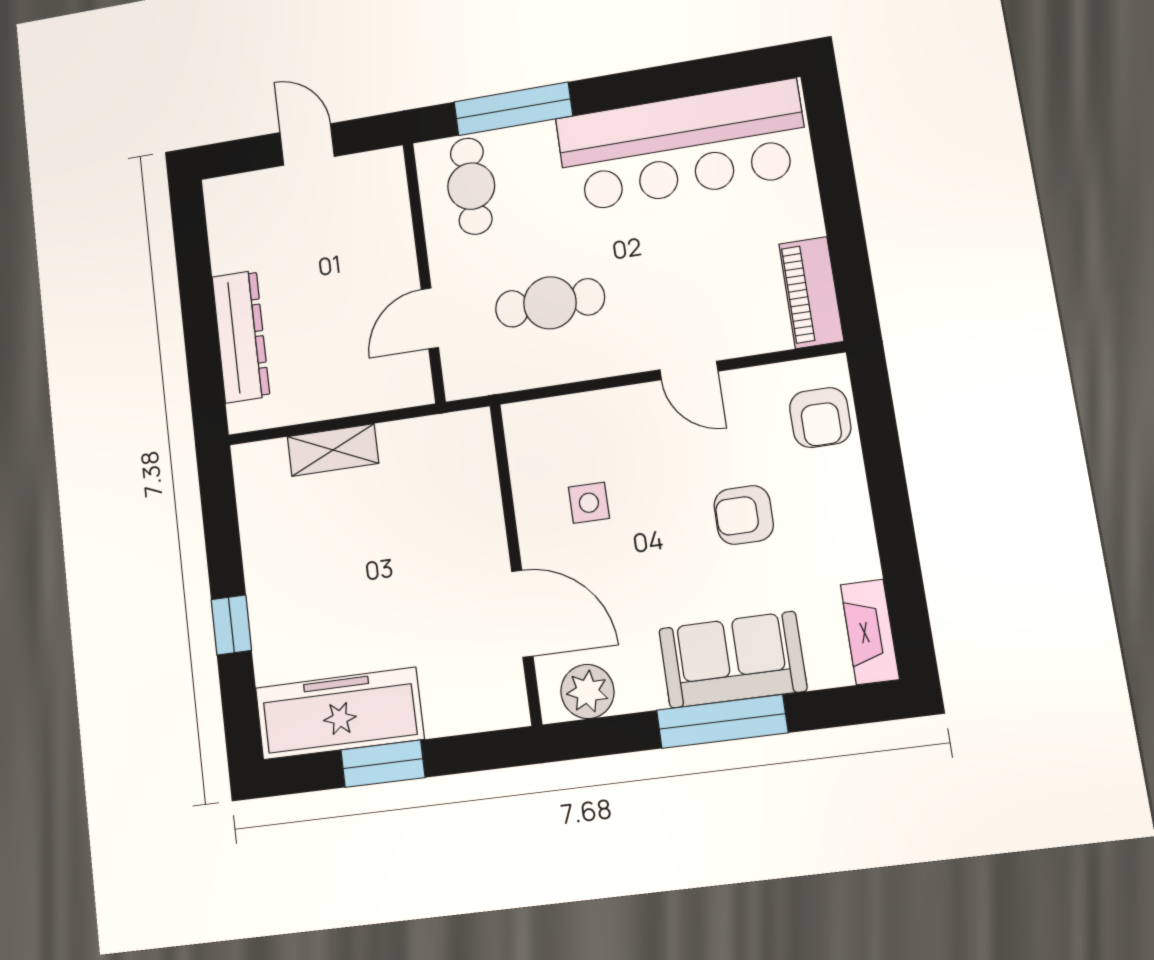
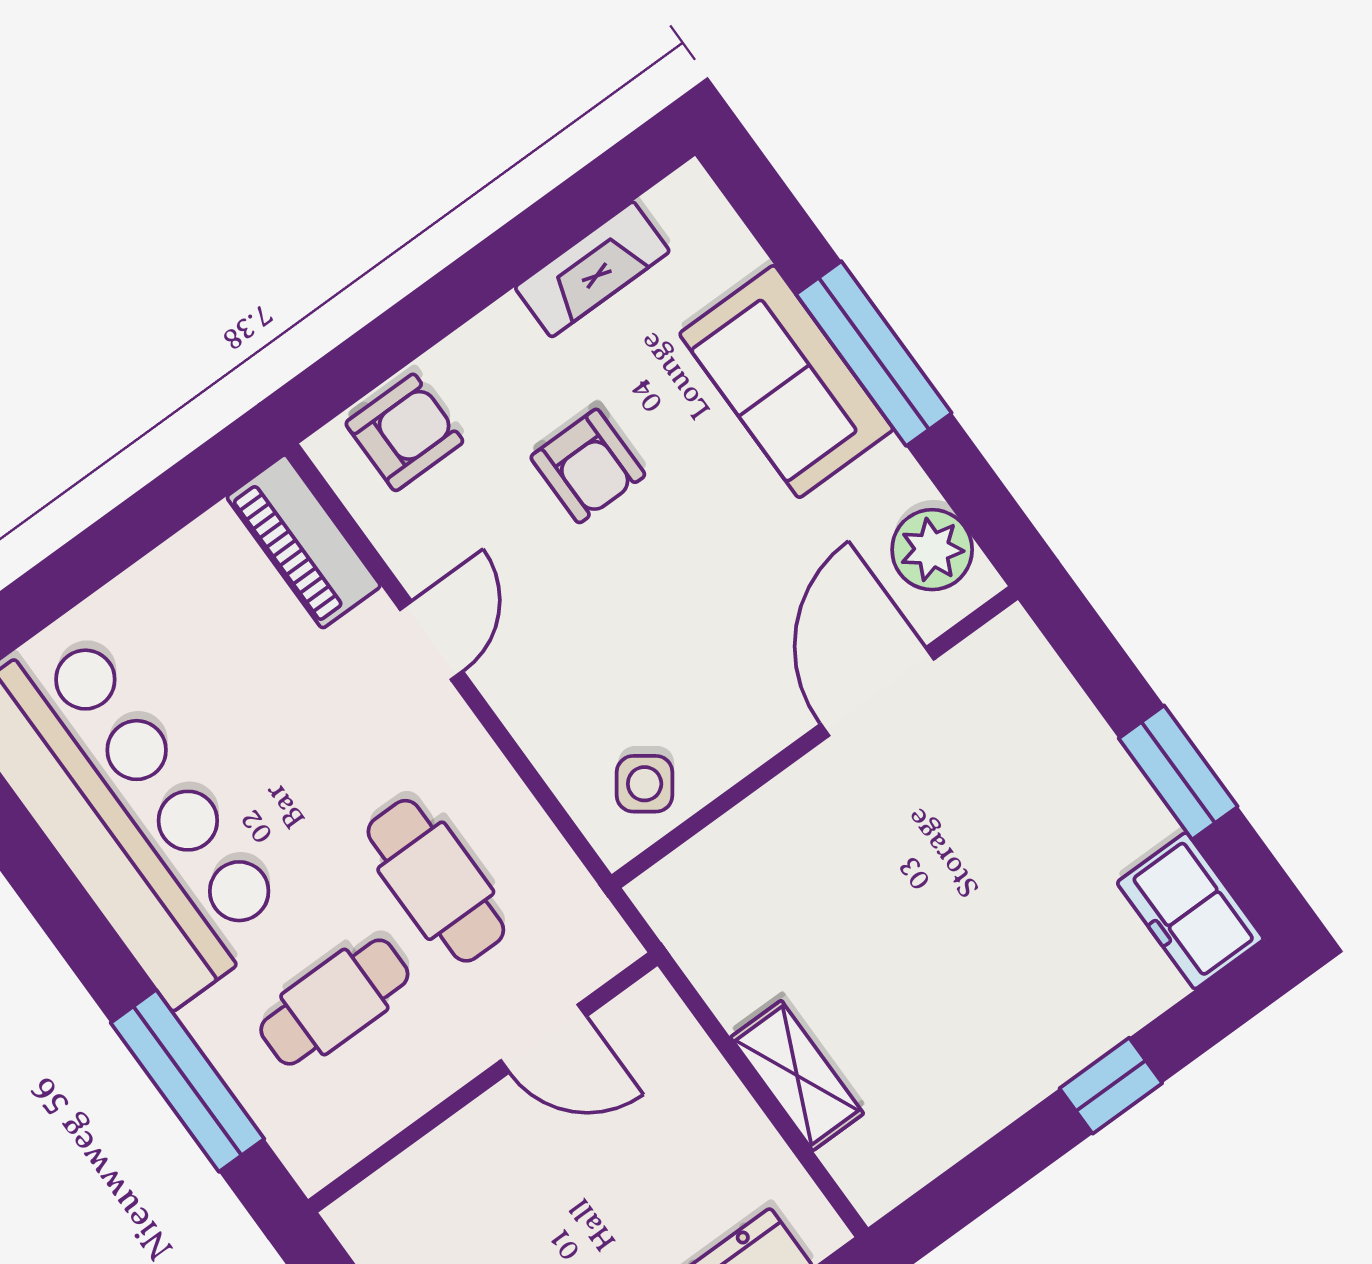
cafe table: (471, 186) -> (334, 1002), moved
piano: (811, 293) -> (304, 541), moved, turned 90
side table: (589, 503) -> (645, 784), moved, turned 36
fireplace: (870, 632) -> (592, 269), moved
freezer: (339, 713) -> (1190, 911), width x0.52, depth x0.79

